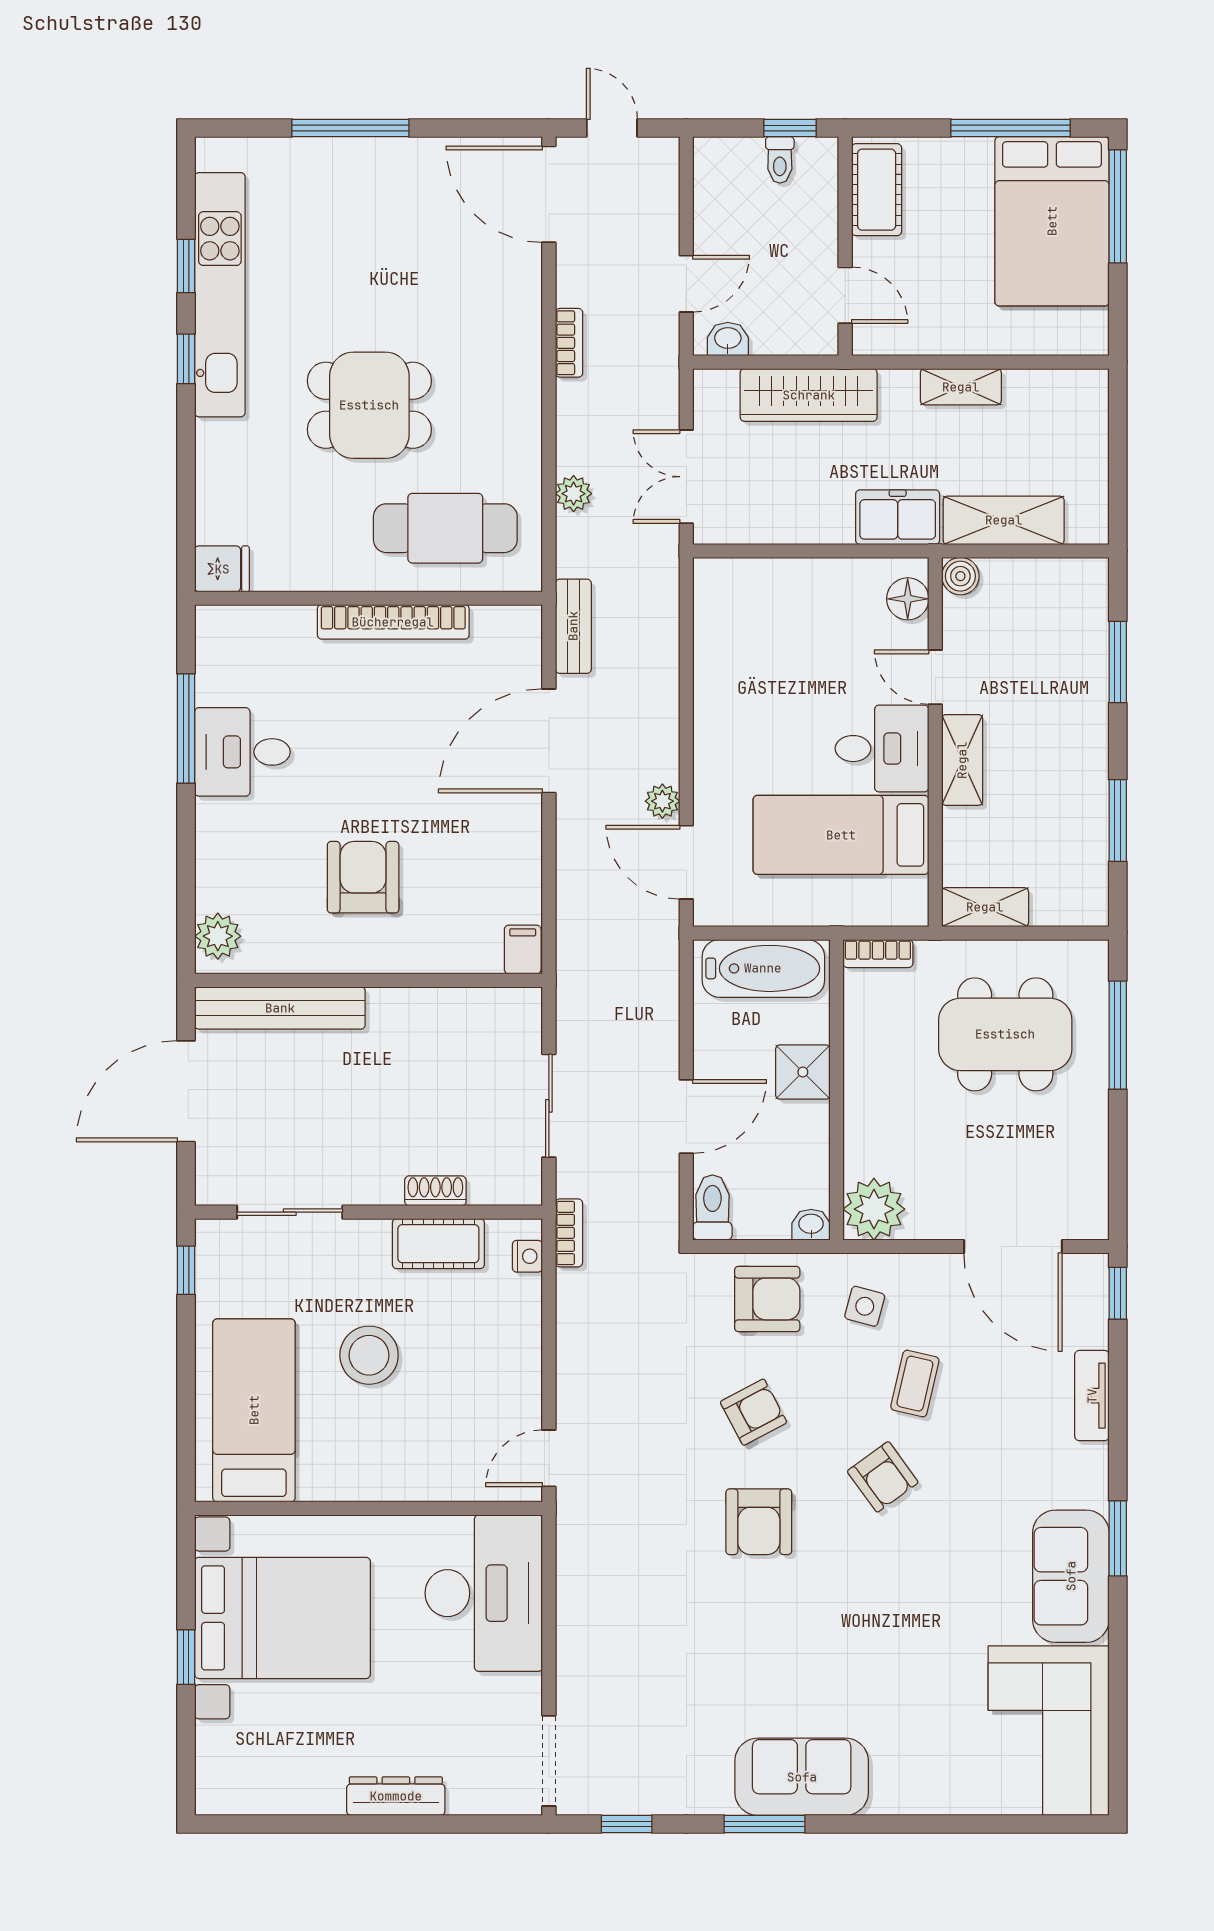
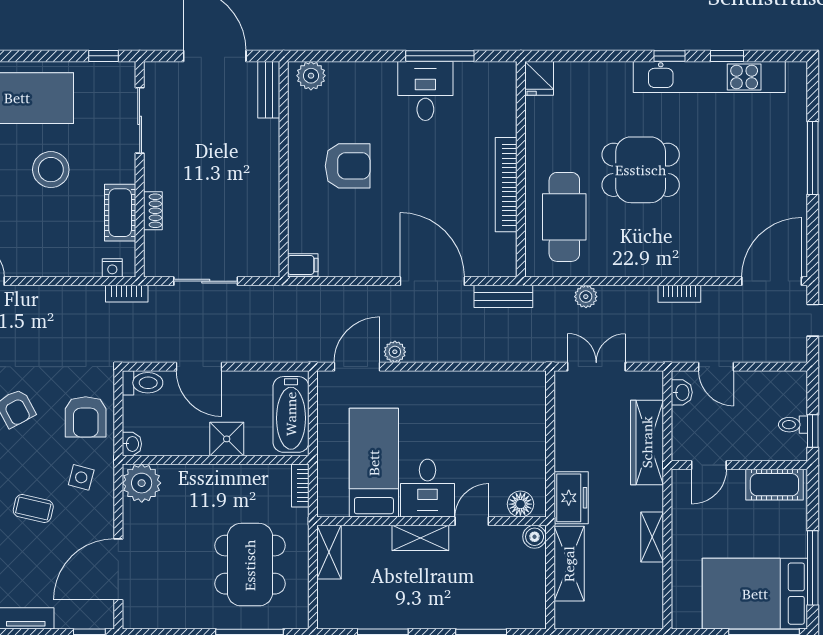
dining table: (369, 405) -> (641, 170), turned 90
bench: (280, 1008) -> (269, 90), width x0.54, depth x0.82

